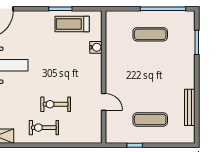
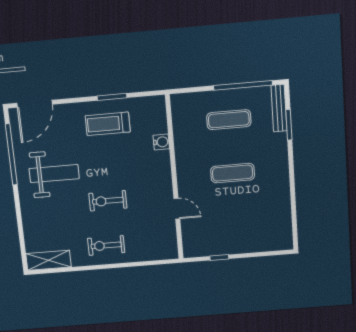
treadmill: (72, 24) -> (108, 124), moved
exercise bike: (56, 104) -> (108, 201), moved
bench: (190, 107) -> (279, 108), moved
exercise mat: (150, 120) -> (233, 173), moved

